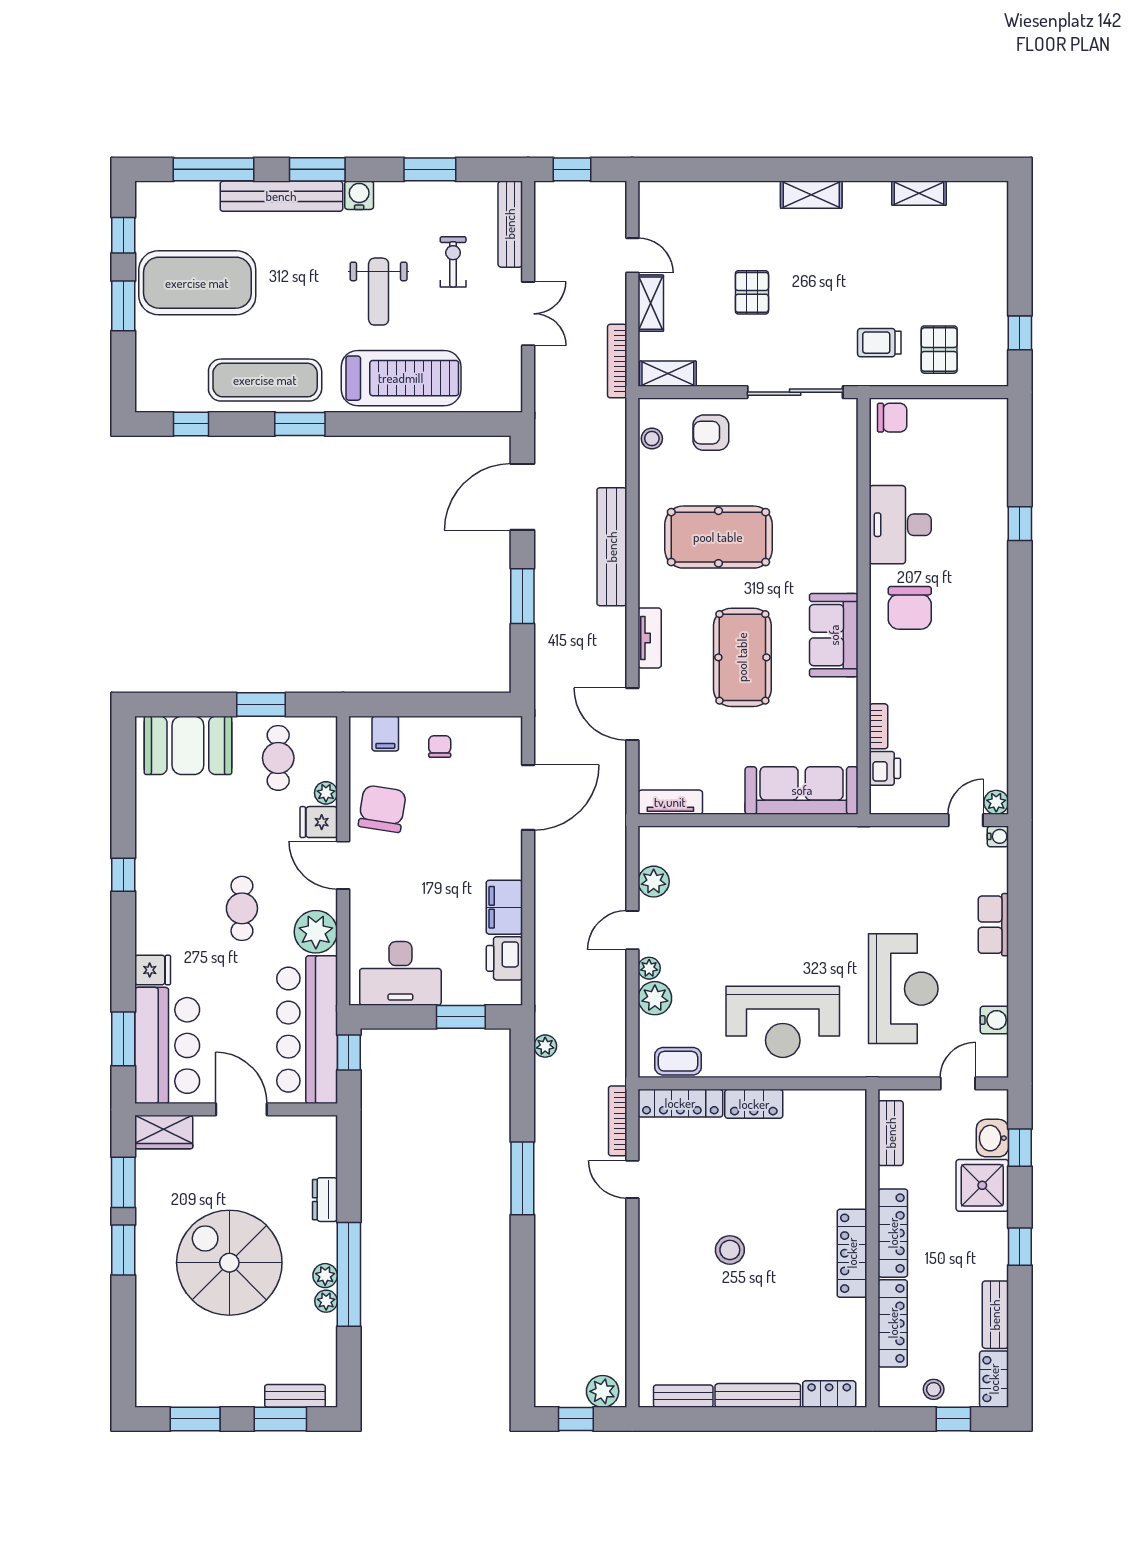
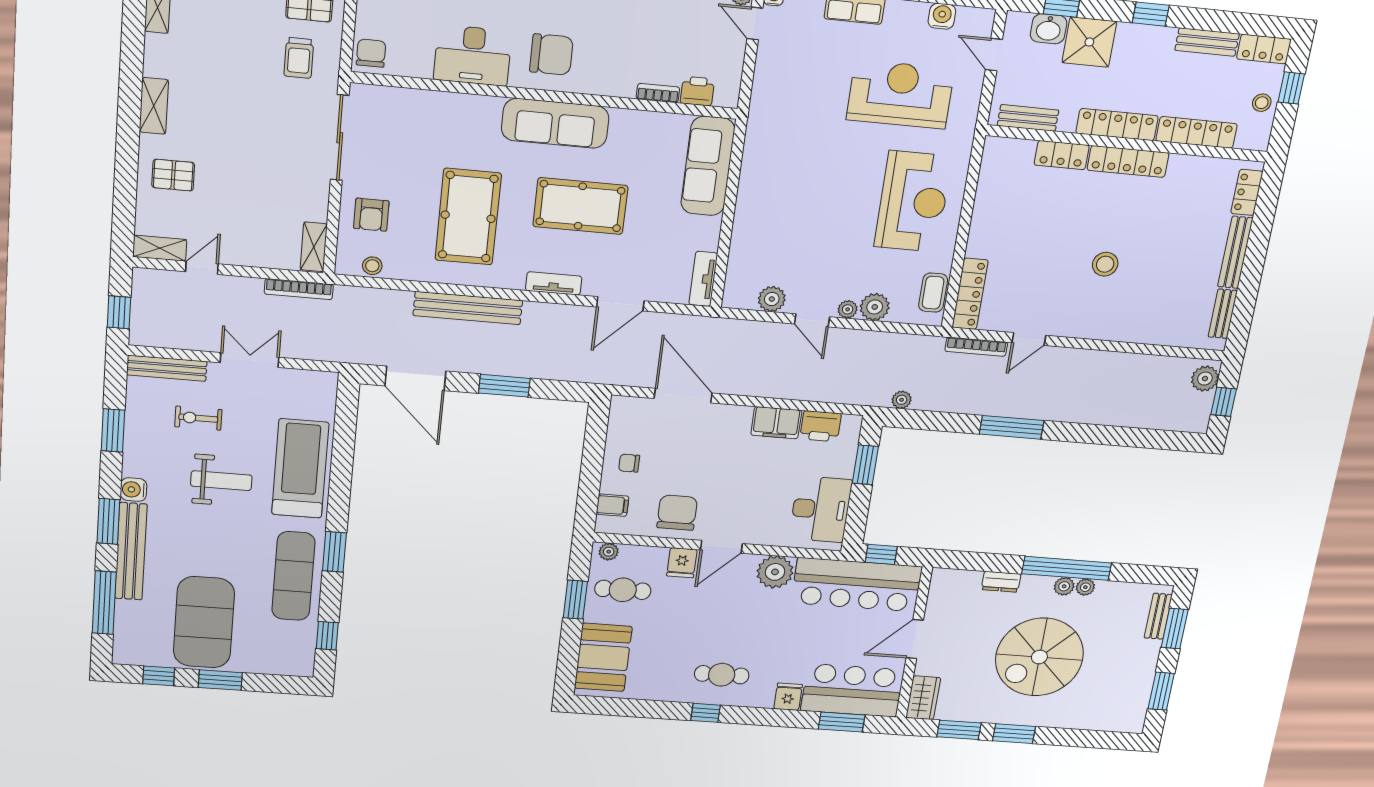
pallet: (752, 292) -> (173, 175), moved
shelving: (651, 303) -> (160, 248), moved
sofa: (834, 635) -> (555, 123), width x1.36
plant: (326, 793) -> (609, 552), moved
chair: (382, 809) -> (677, 513), turned 81
cafe table: (242, 908) -> (722, 675), moved
locker: (754, 1104) -> (1062, 155), moved, turned 90

